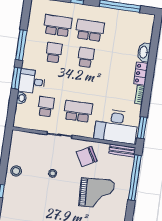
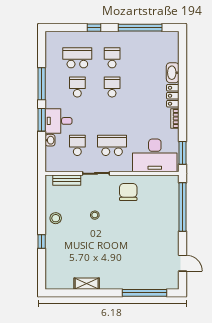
school desk: (90, 30) -> (112, 58), width x0.54
bench: (122, 151) -> (67, 180), moved
chair: (87, 157) -> (128, 192), turned 119
grand piano: (97, 193) -> (144, 229), removed

